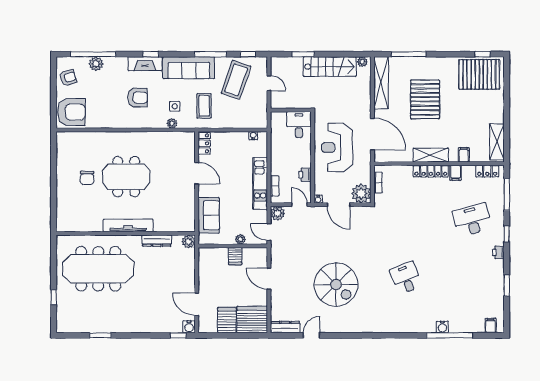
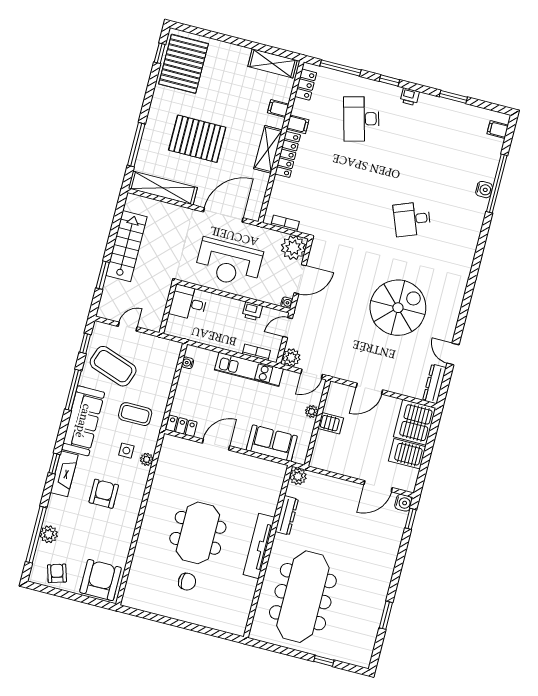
plant: (362, 62) -> (131, 205), removed

